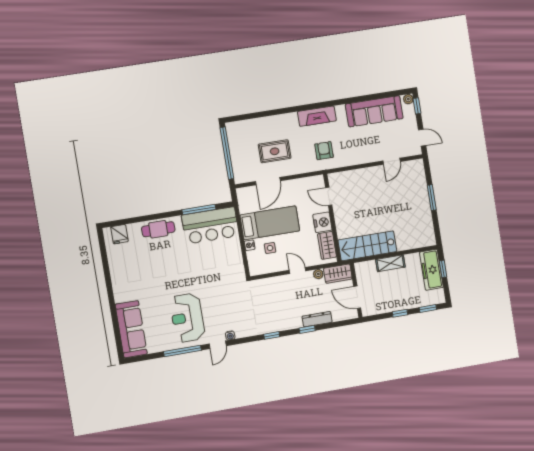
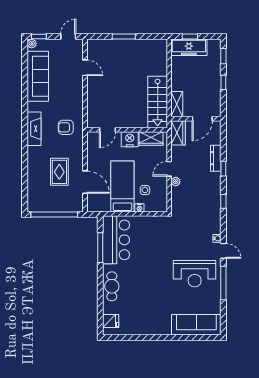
shelving: (390, 263) -> (177, 104), moved
plant: (318, 274) -> (176, 182), moved

